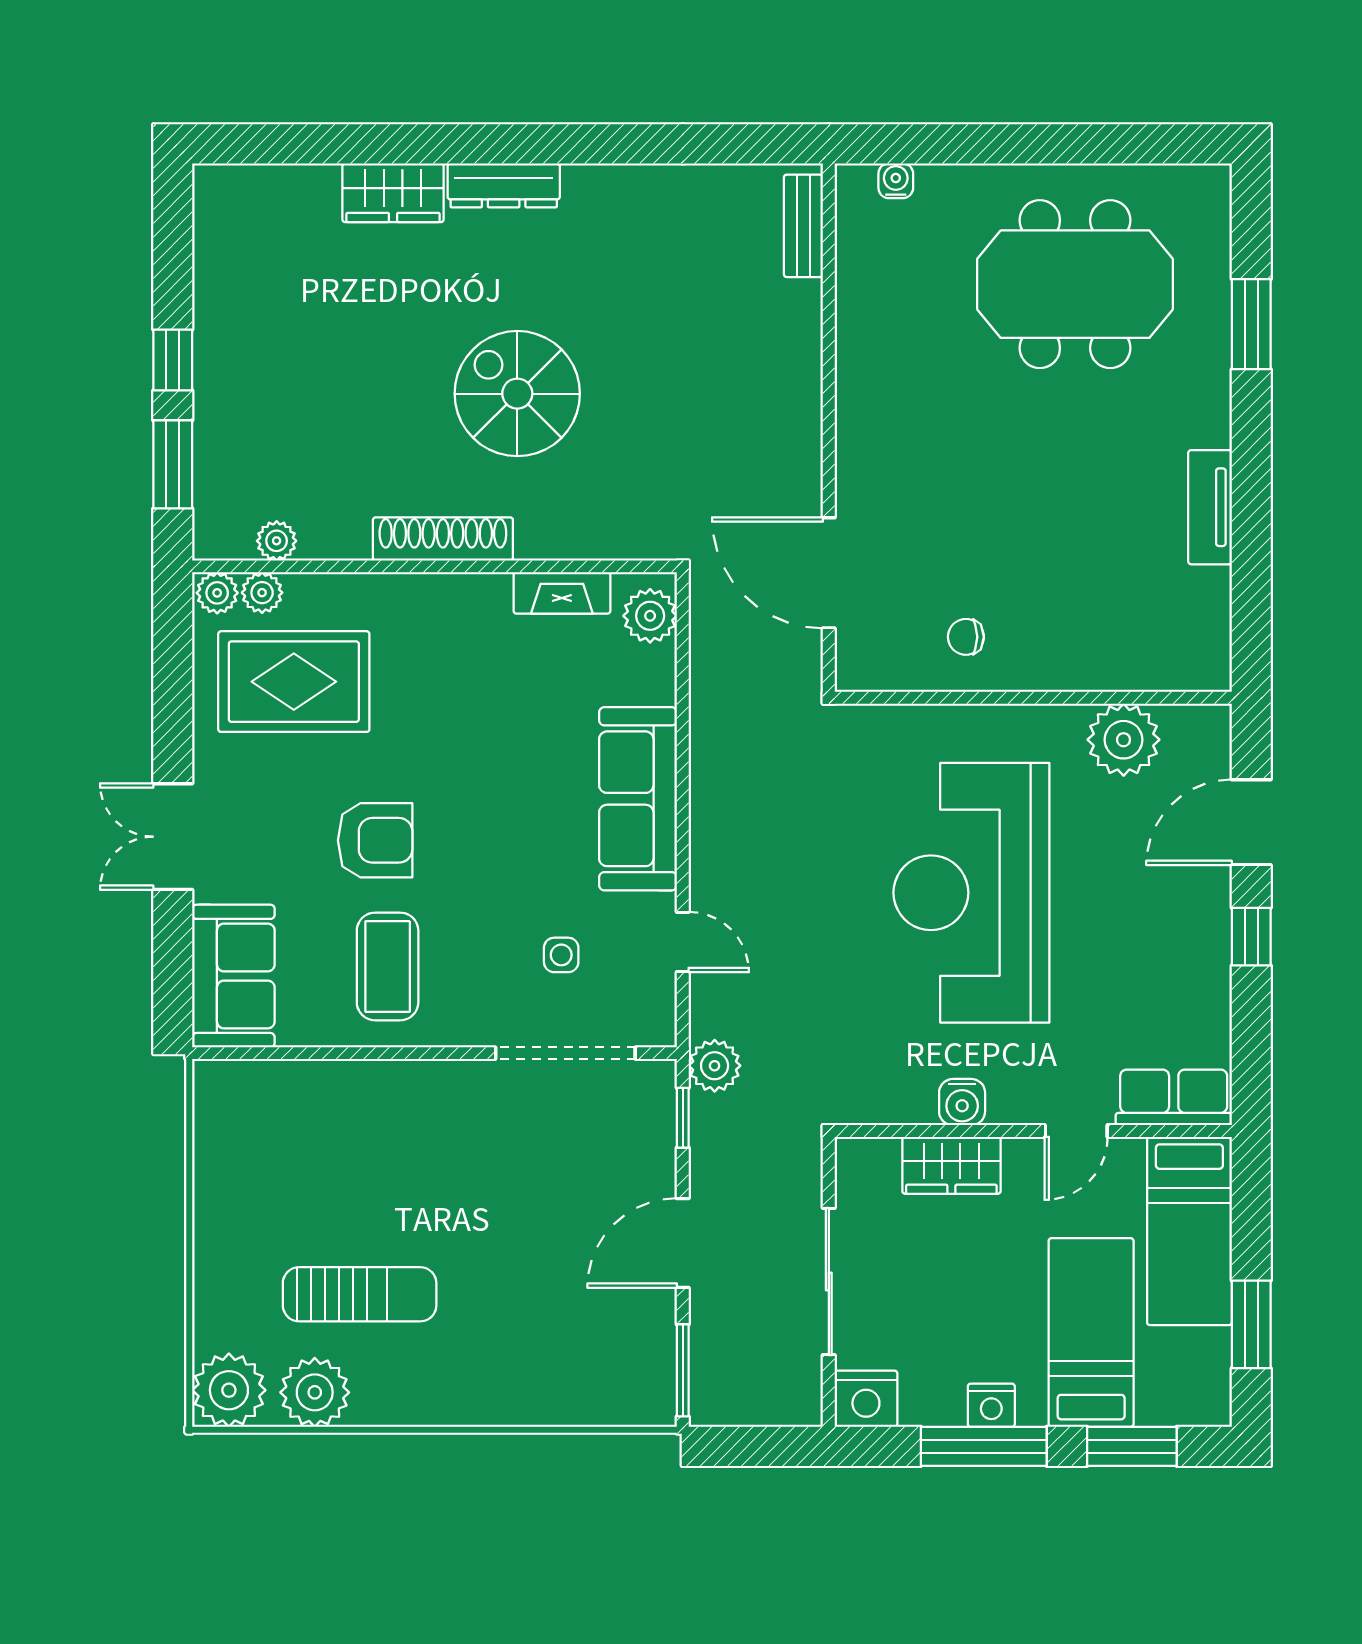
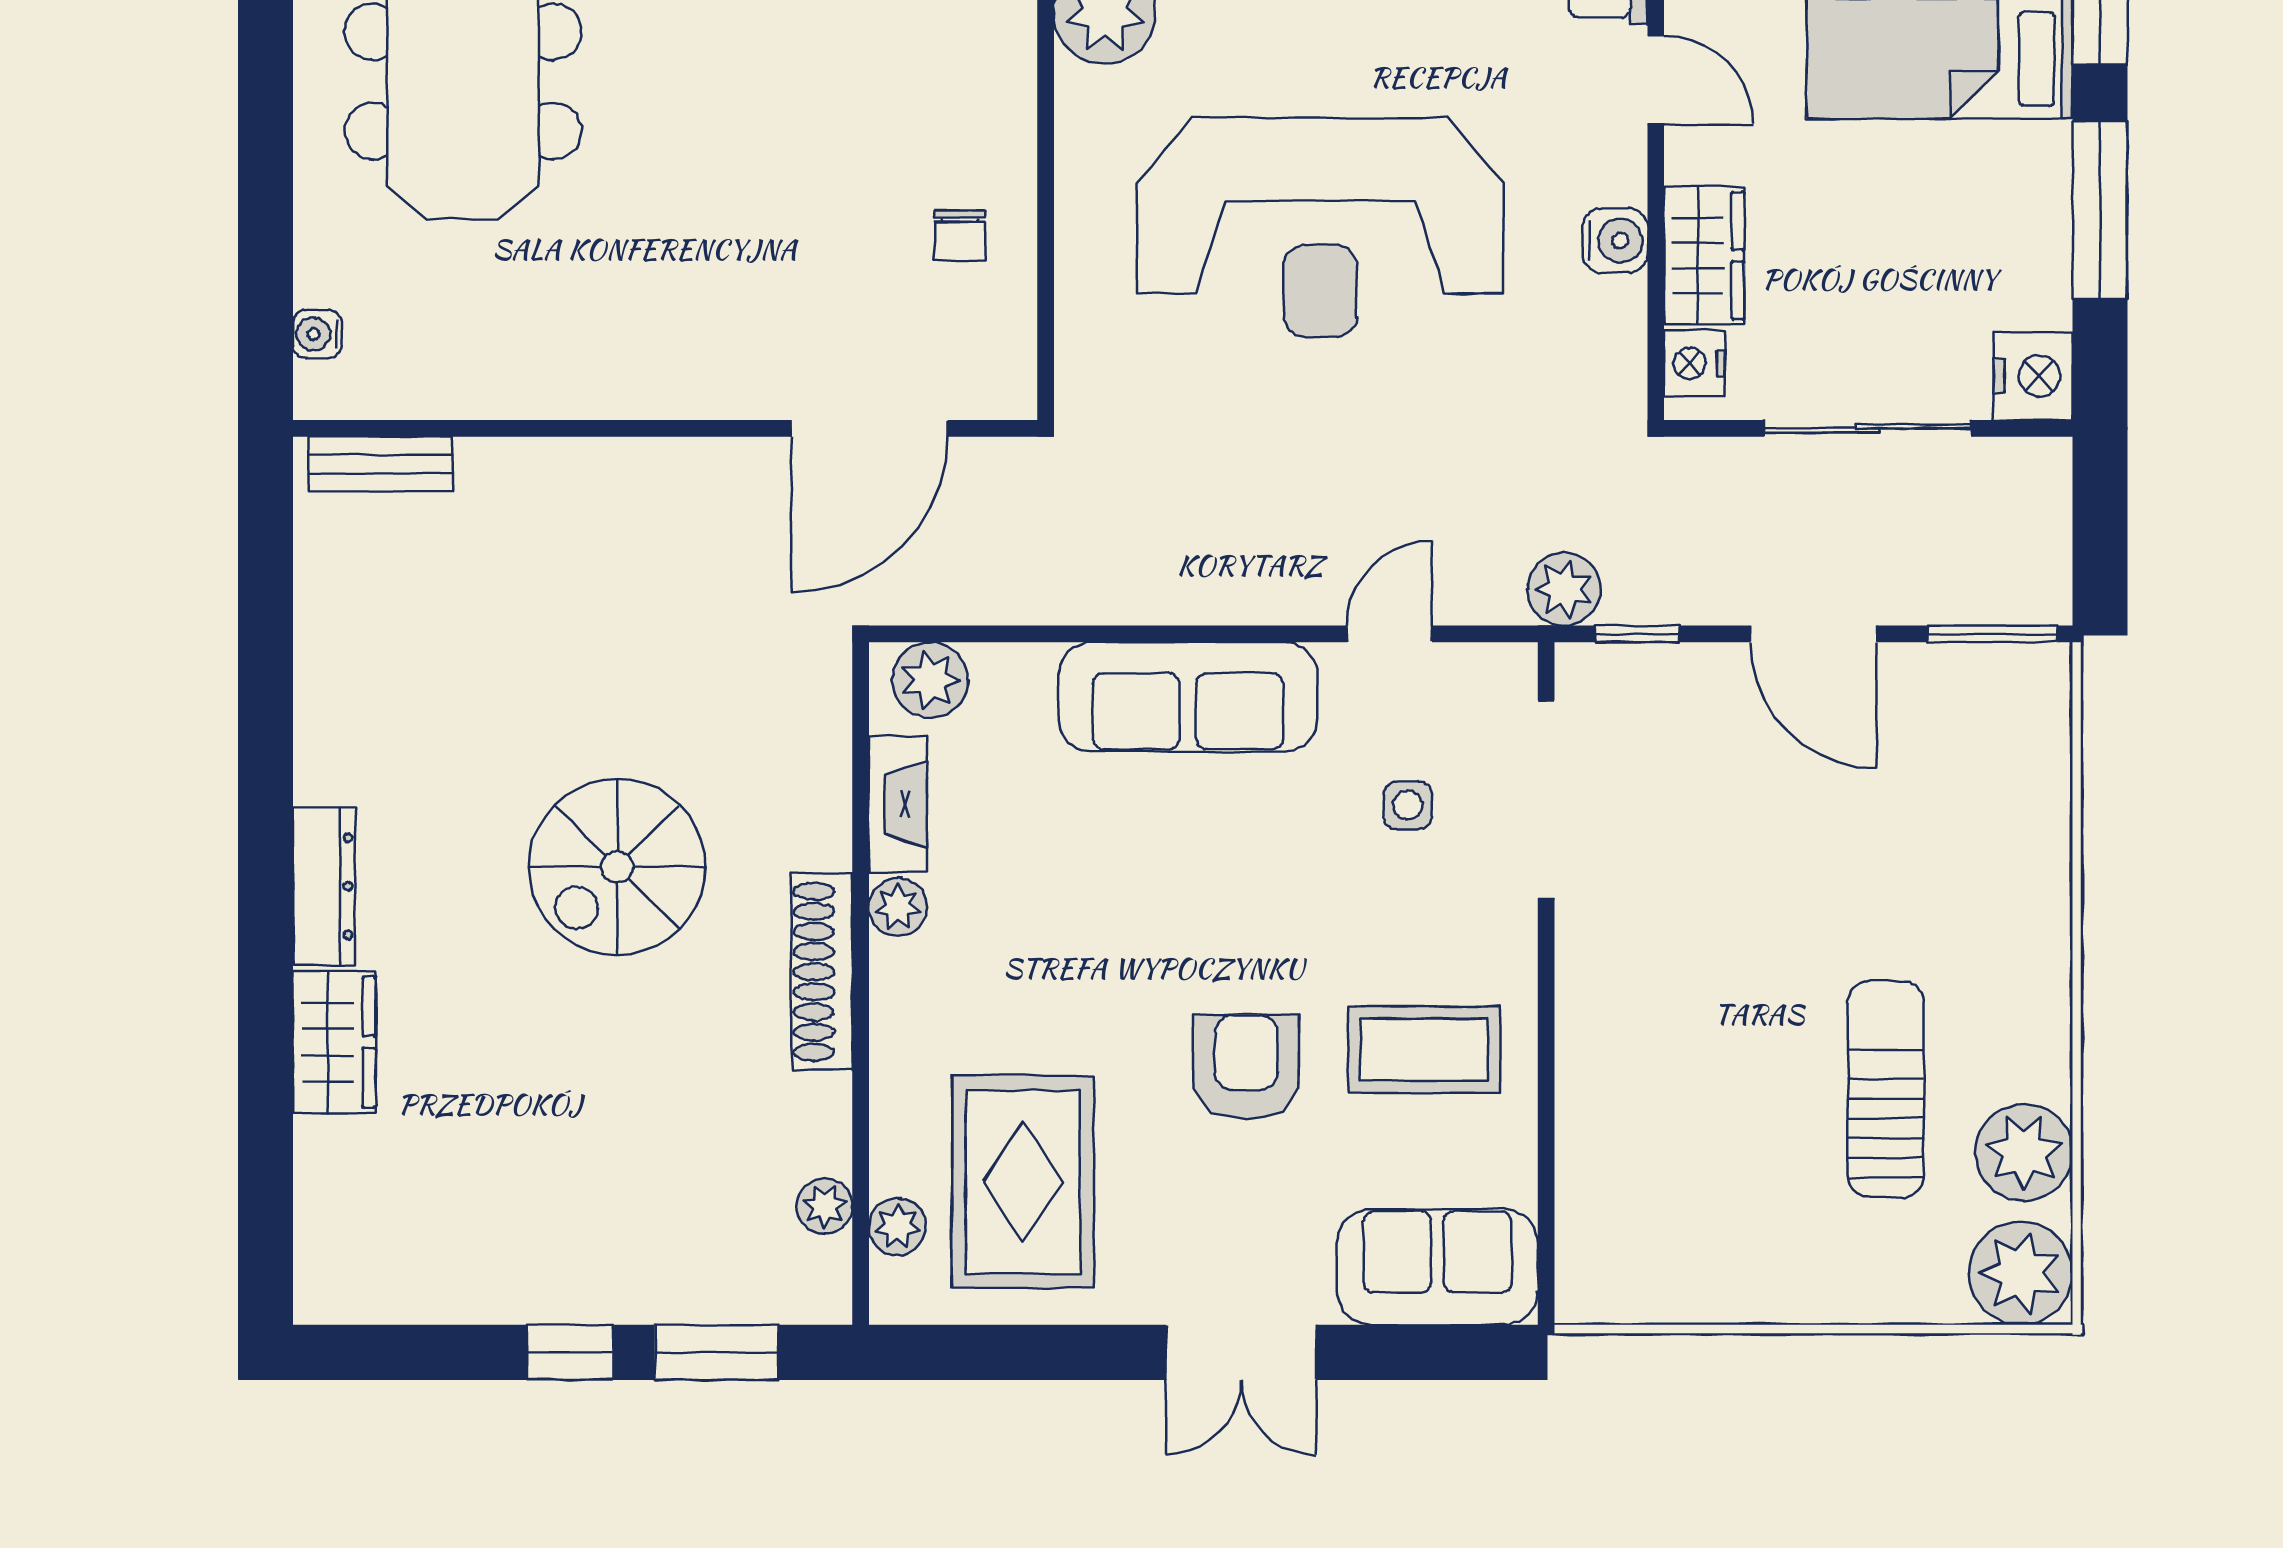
plant: (217, 593) -> (898, 907), moved
nightstand: (991, 1405) -> (1694, 363), moved, turned 180

